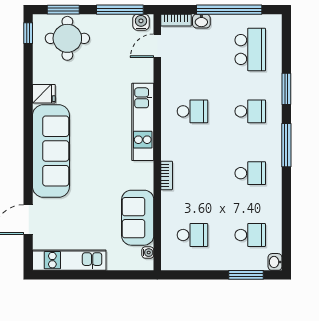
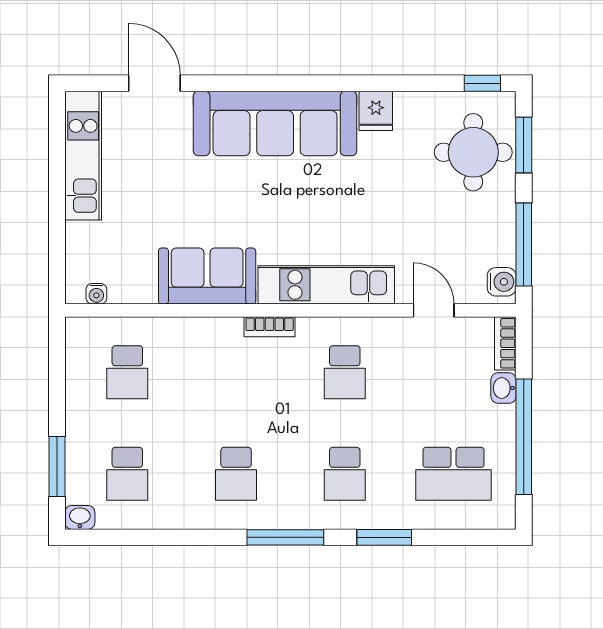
door: (157, 46) -> (434, 310), moved
bookcase: (167, 175) -> (270, 327), moved
sofa: (138, 218) -> (207, 276), moved

